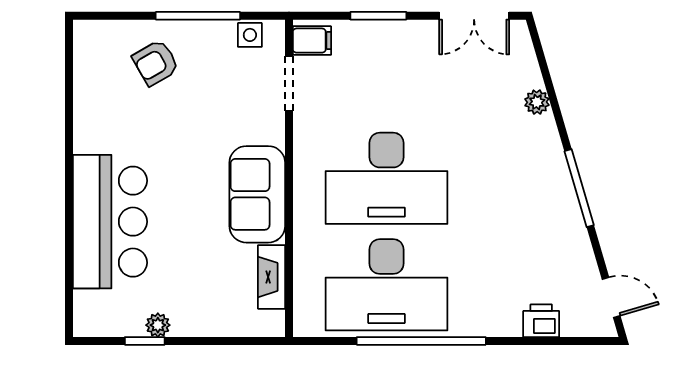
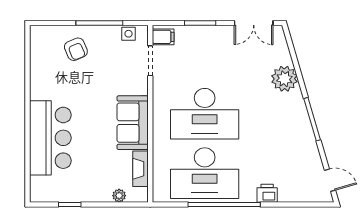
armchair: (156, 63) -> (76, 49), turned -83
plant: (537, 102) -> (284, 79), width x1.87, depth x1.87
printer: (541, 321) -> (267, 193), moved
plant: (158, 325) -> (119, 196), moved

